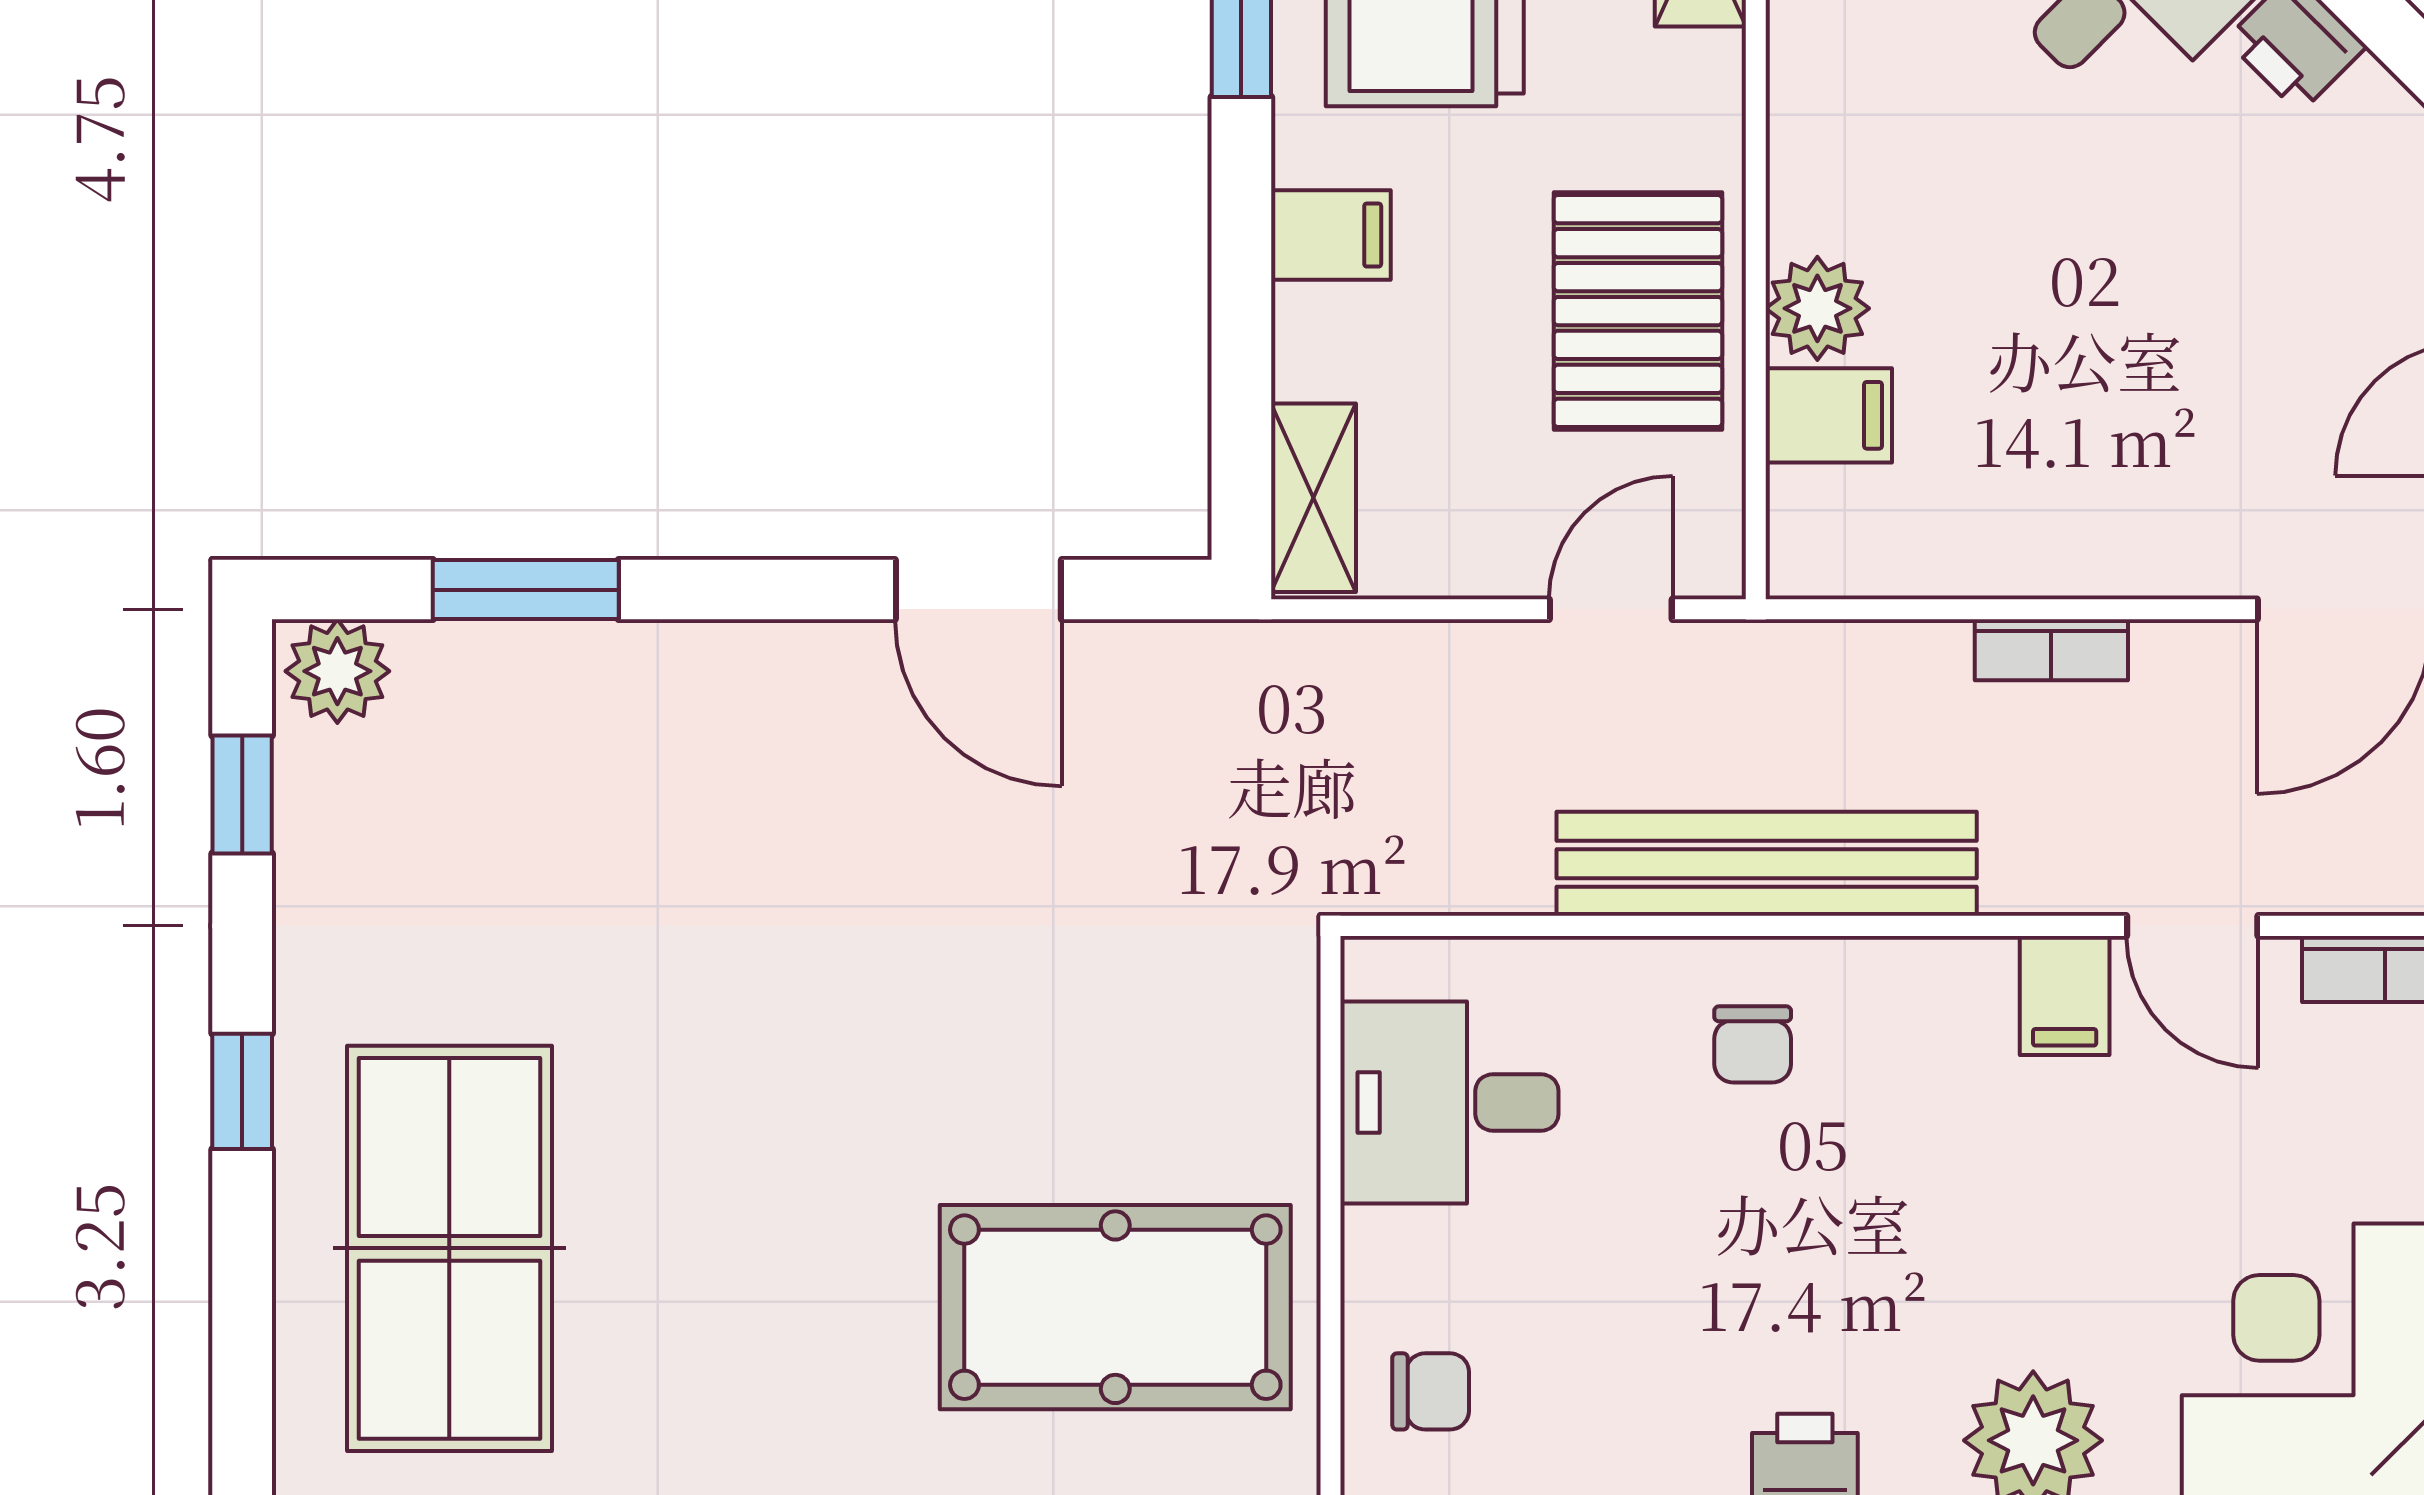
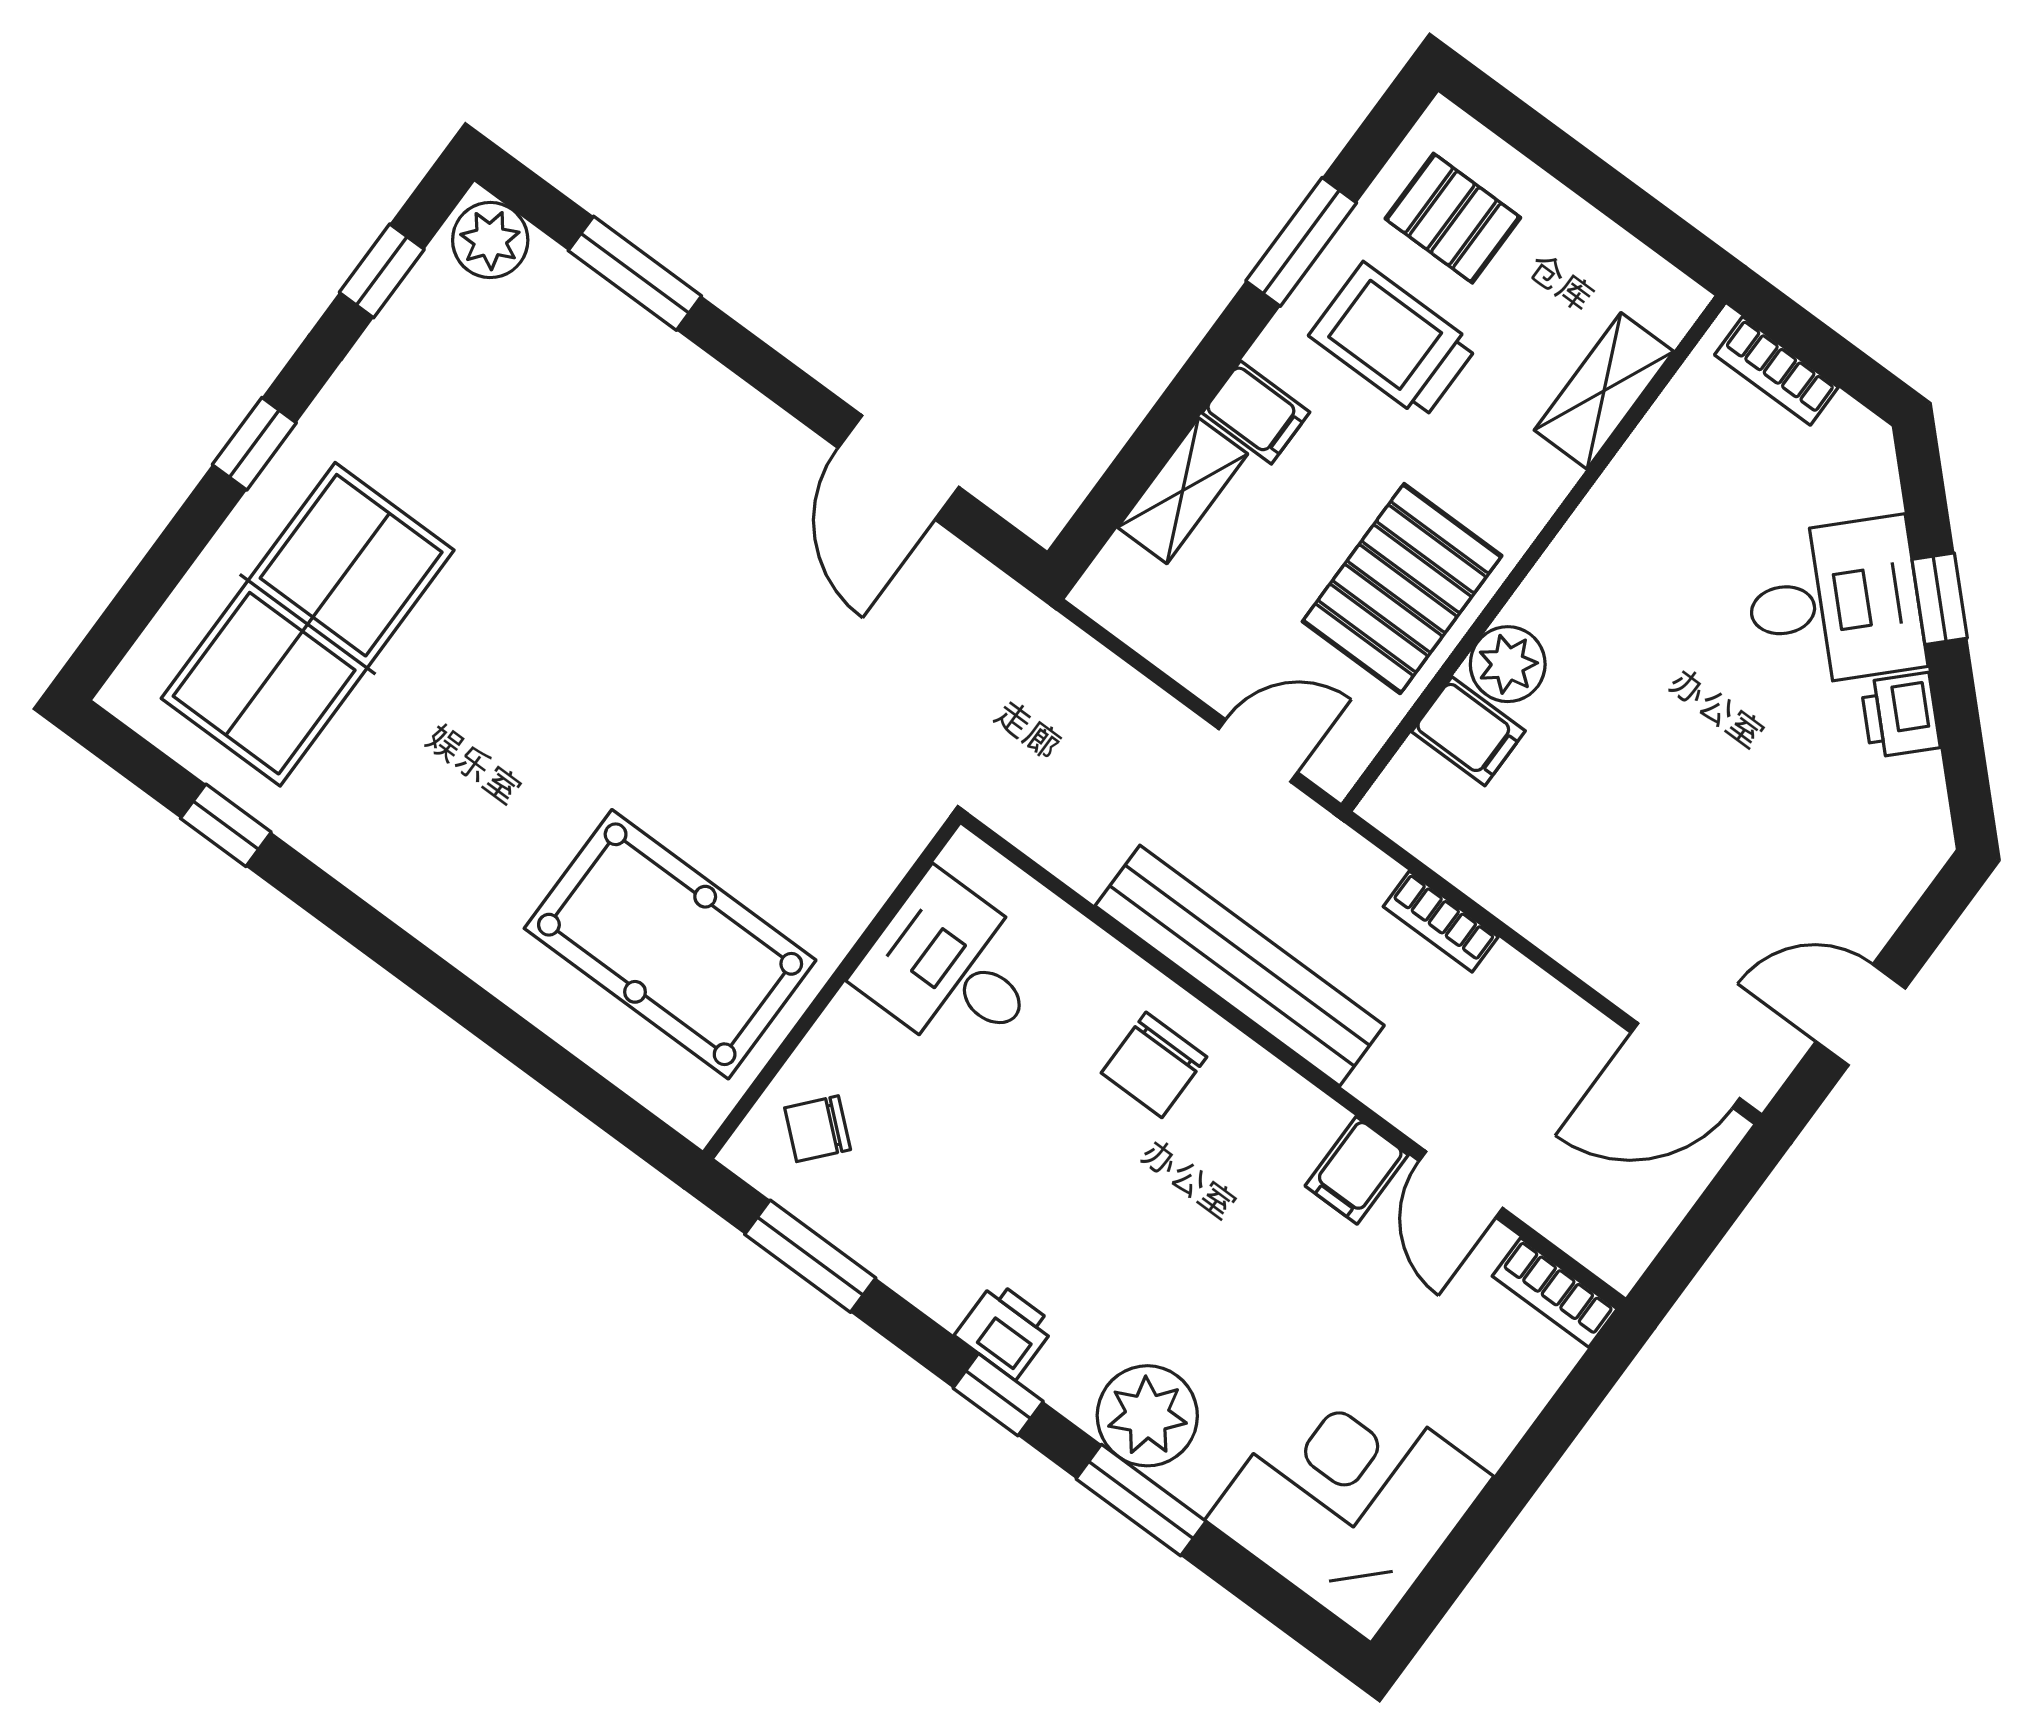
shelving: (1313, 498) -> (1183, 491), moved
bookcase: (2051, 650) -> (1441, 922), moved
chair: (1753, 1044) -> (1154, 1065), width x1.37, depth x1.37
chair: (1431, 1391) -> (818, 1129), turned 131

